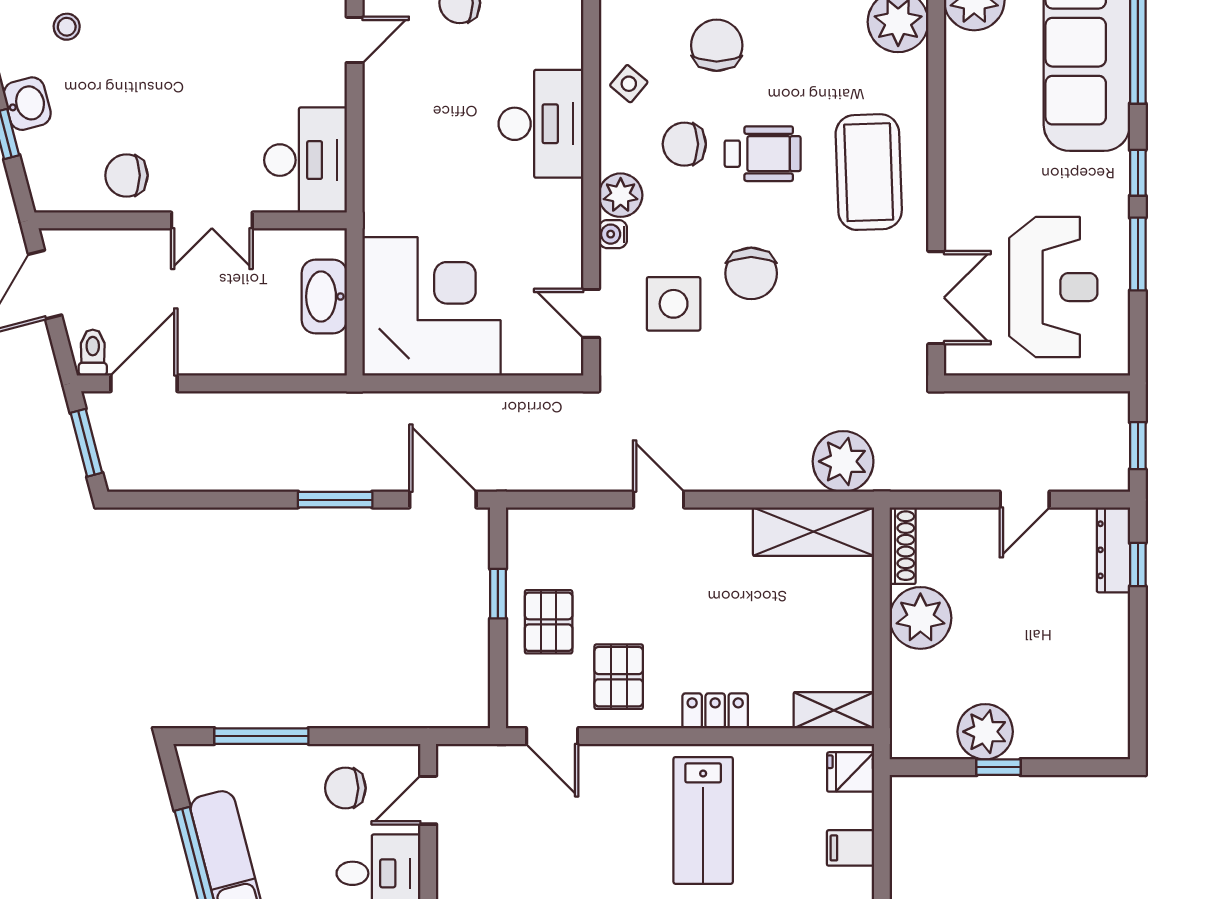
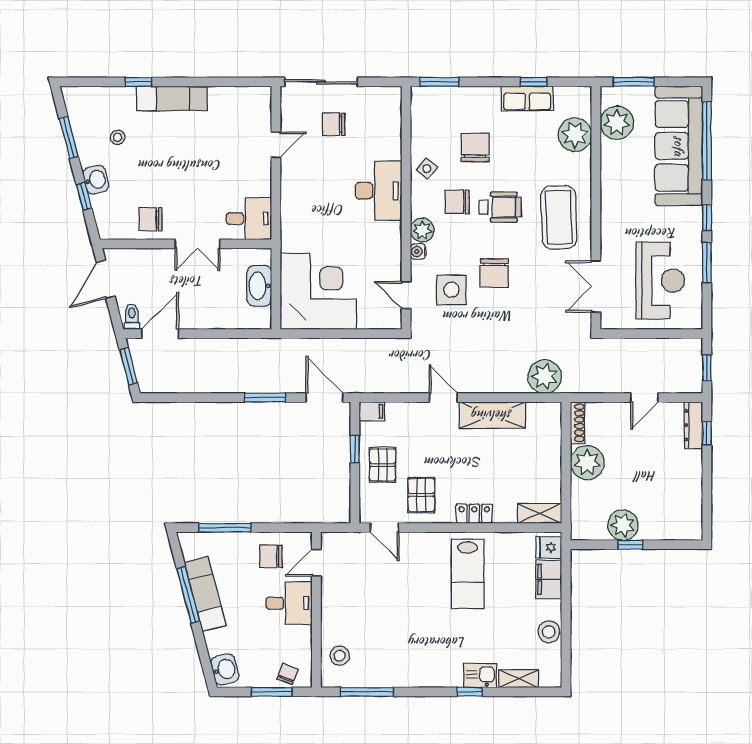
desk: (305, 160) -> (249, 219), width x0.73
double door: (936, 298) -> (596, 286), swing flipped
filing cabinet: (529, 525) -> (372, 411), added
shelving: (813, 532) -> (492, 415), moved
filing cabinet: (850, 848) -> (549, 579), width x2.00

